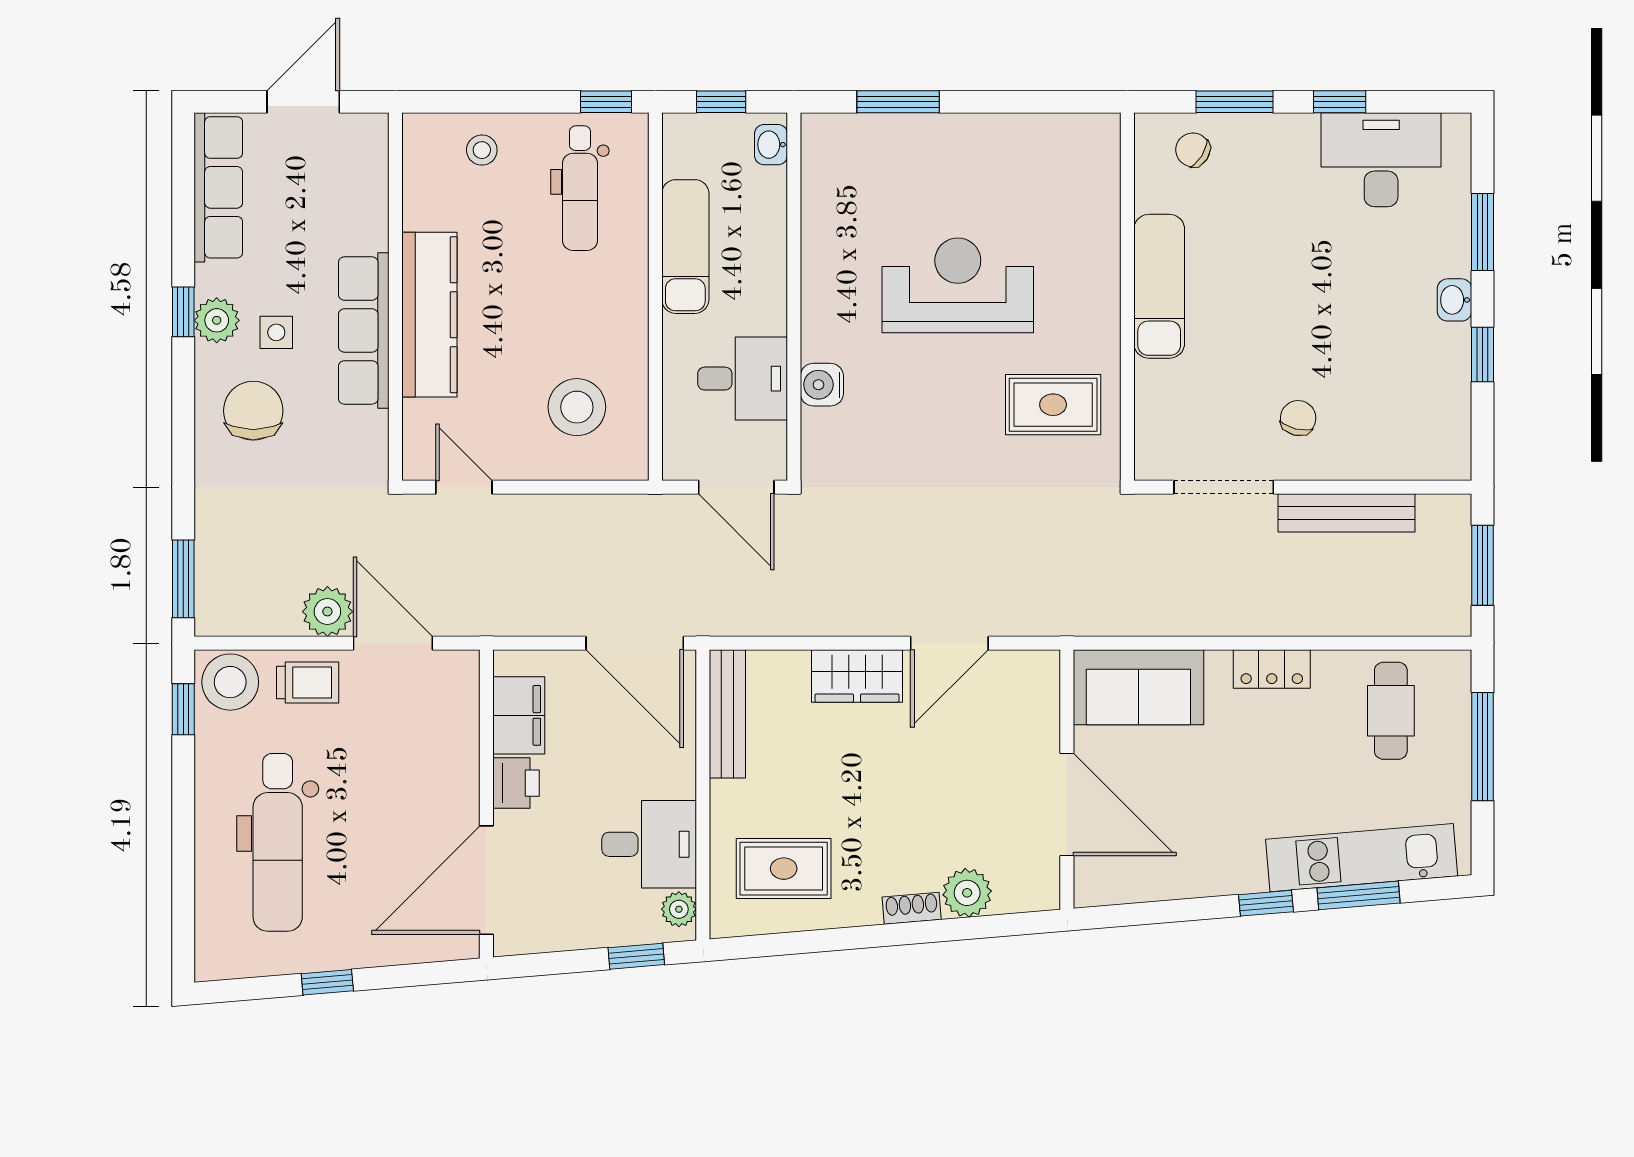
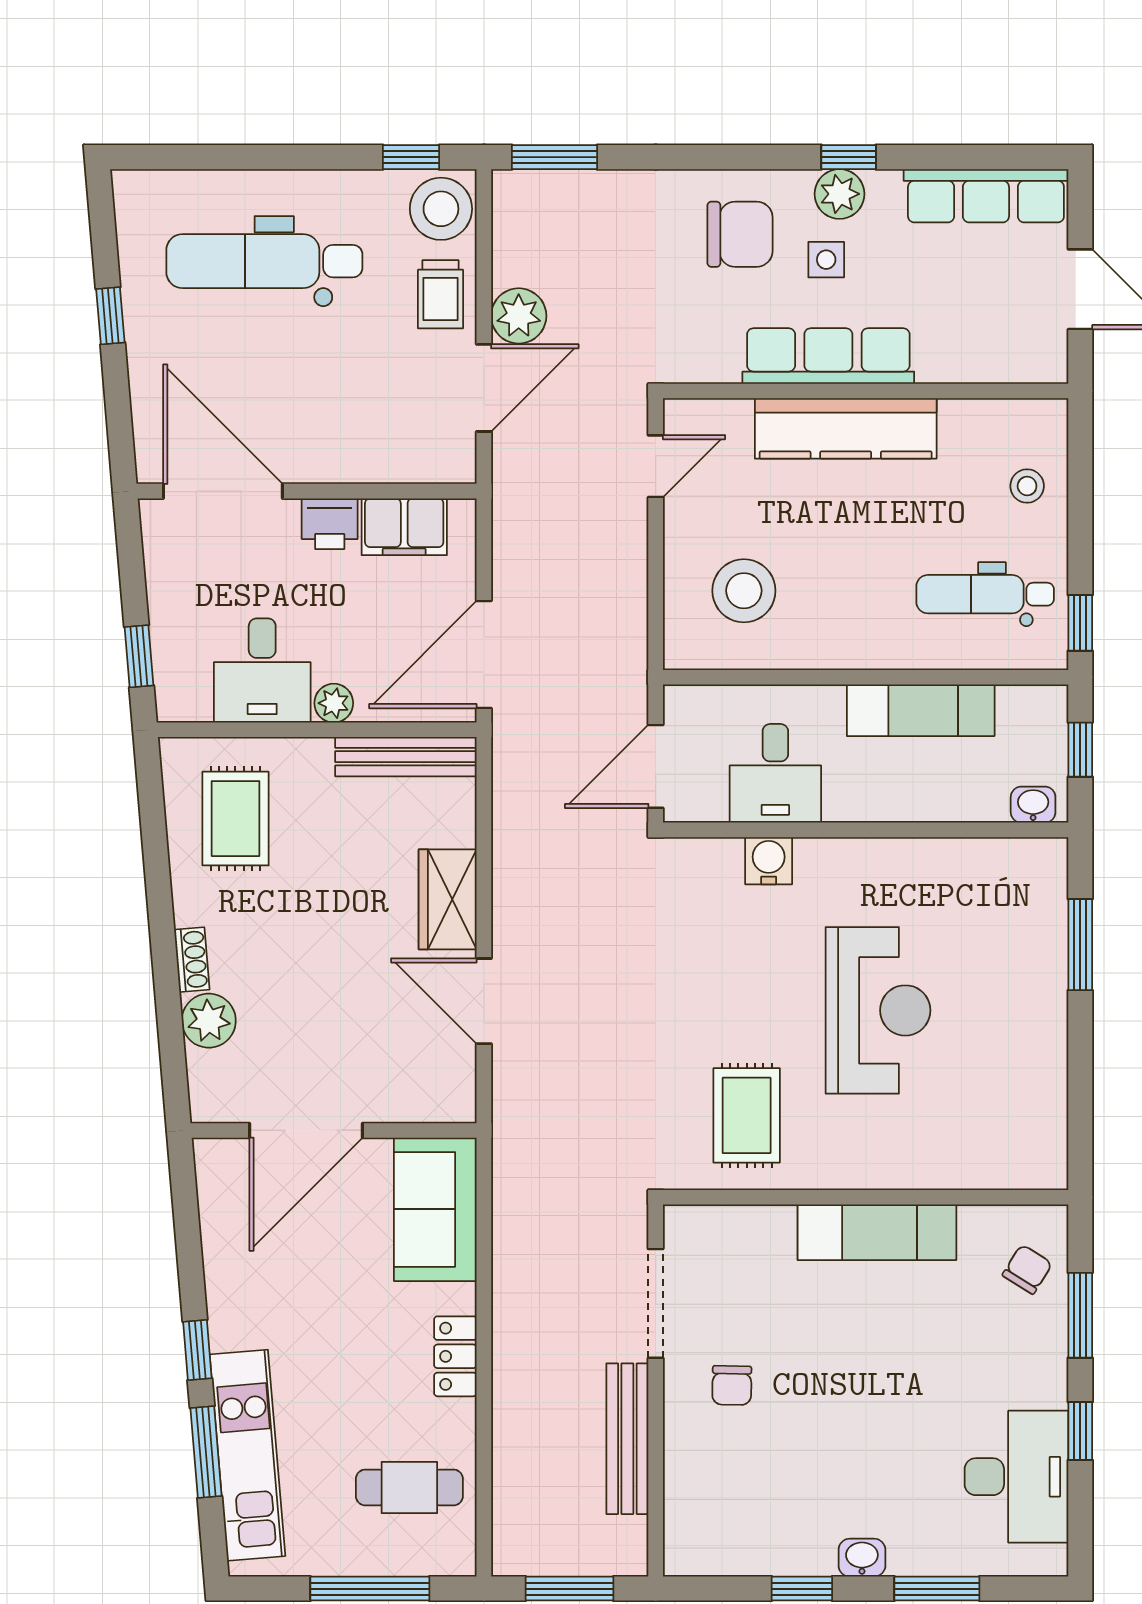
chair: (1298, 418) -> (732, 1385), turned 77
plant: (679, 909) -> (334, 703), moved

